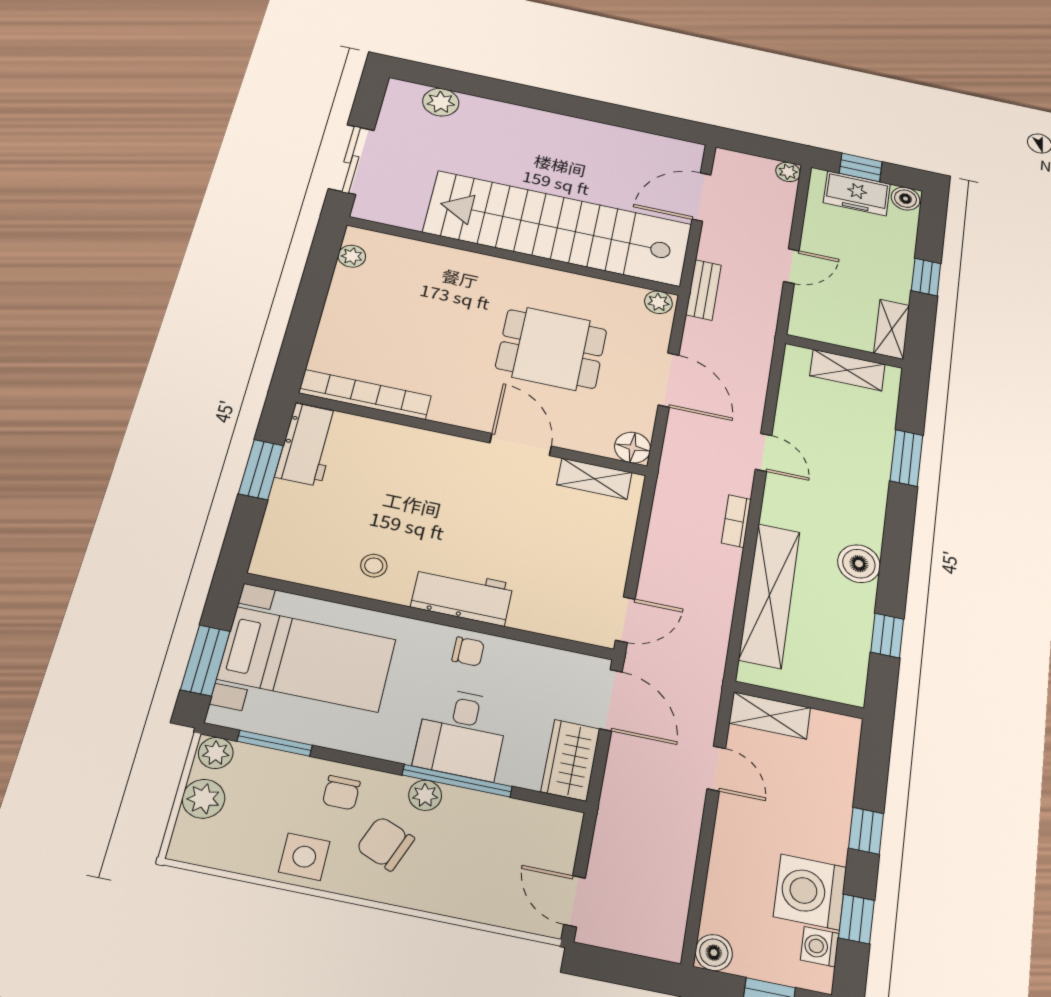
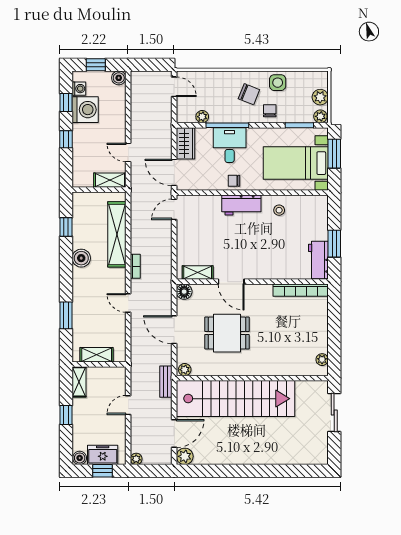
plant: (441, 102) -> (185, 456), moved
plant: (425, 795) -> (202, 117), moved

